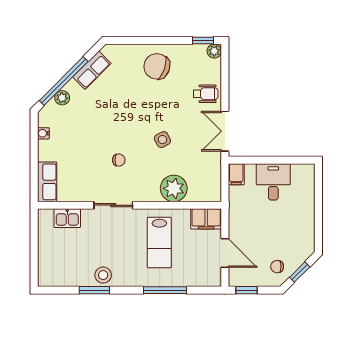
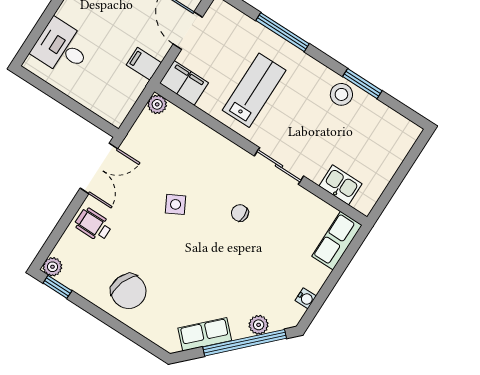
filing cabinet: (236, 174) -> (144, 64), moved, turned -90
desk: (273, 182) -> (62, 48), moved, turned 90
plant: (174, 188) -> (157, 104), moved, width x0.53, depth x0.53

